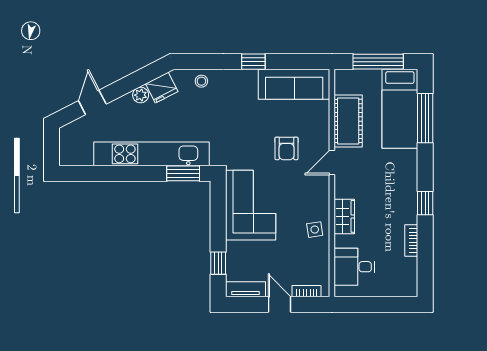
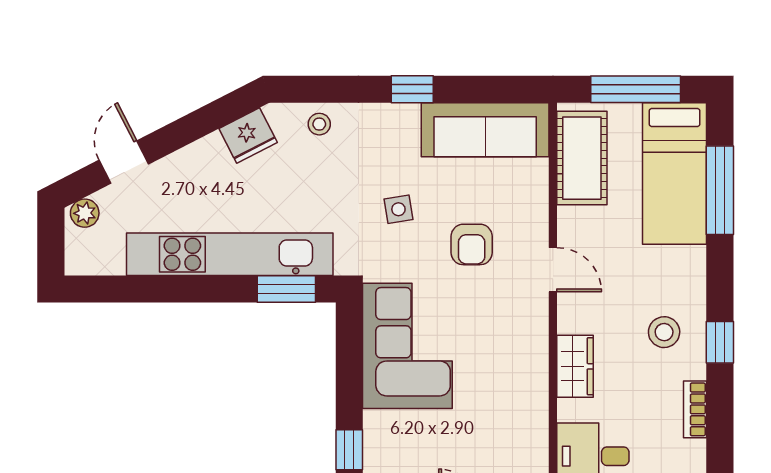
plant: (141, 95) -> (85, 213), moved
cot: (348, 121) -> (582, 158), moved
door: (332, 163) -> (553, 270), swing flipped
stool: (394, 197) -> (664, 332), added
side table: (315, 230) -> (398, 209), moved

